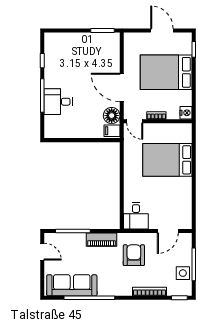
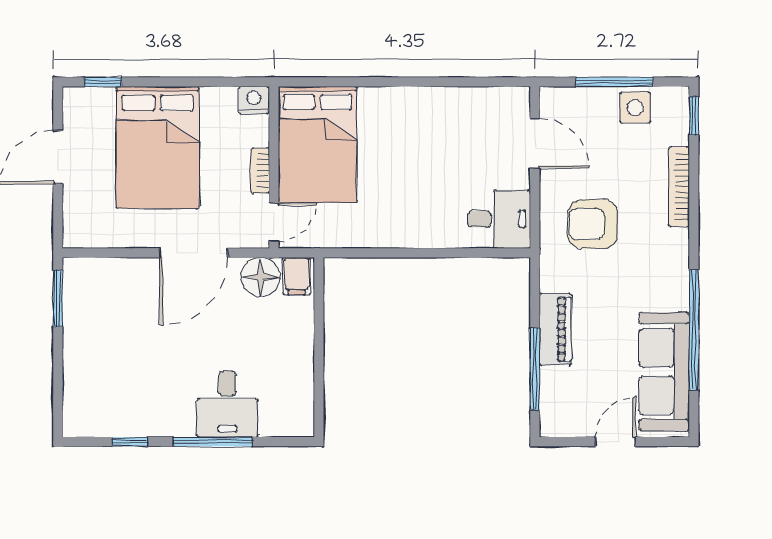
bed: (167, 160) -> (318, 144), moved
piano: (102, 240) -> (555, 329), moved
door: (42, 252) -> (615, 442), moved

